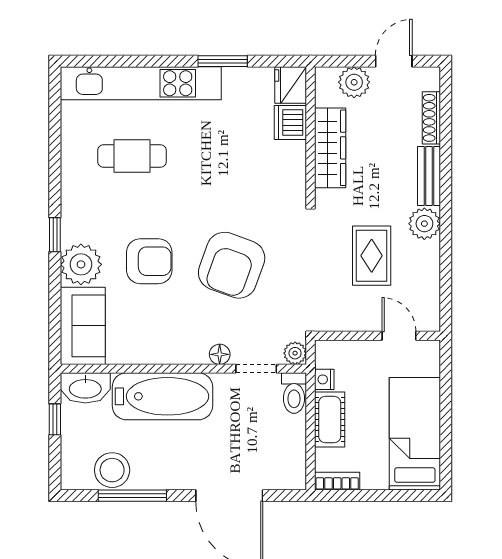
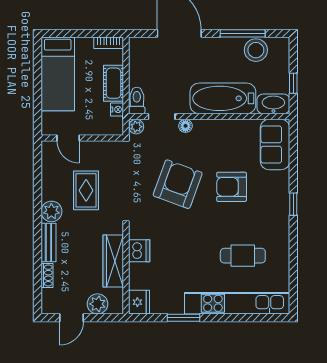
shoe rack: (431, 118) -> (47, 275), width x0.70
dishwasher: (290, 122) -> (139, 251), moved
plant: (81, 264) -> (276, 185), removed

